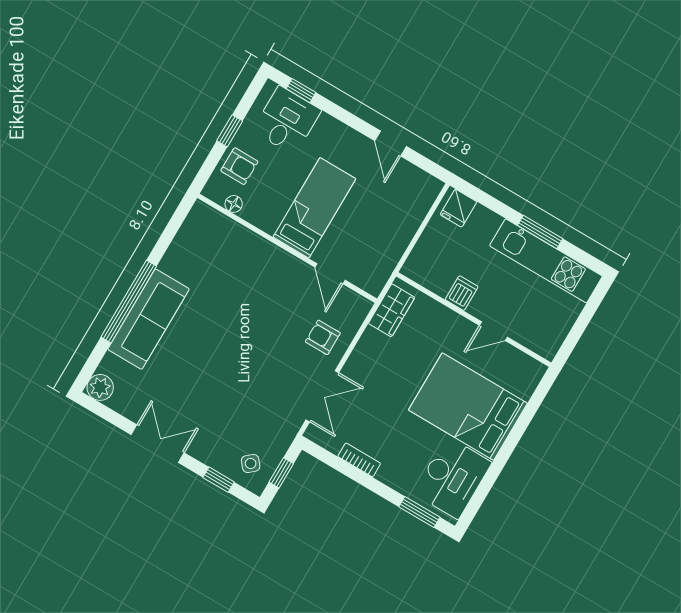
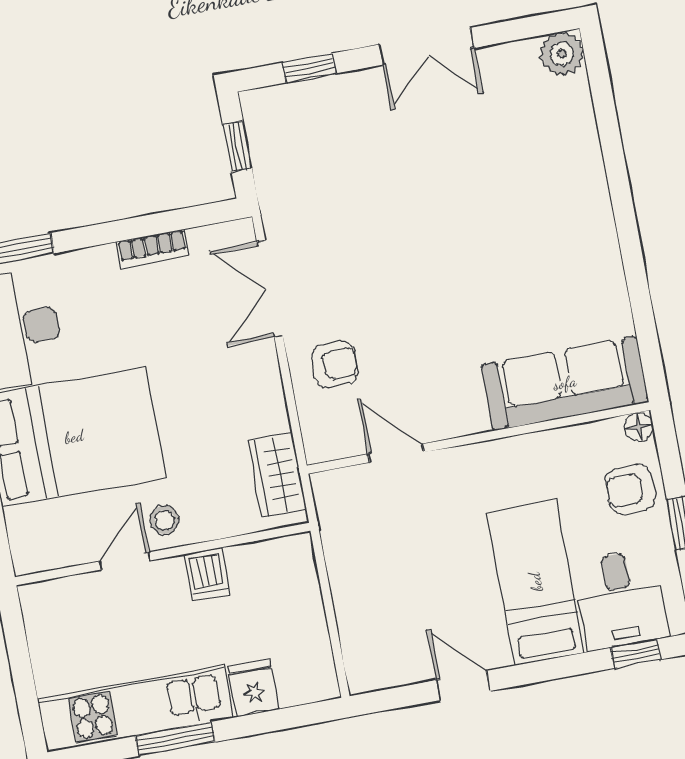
floor lamp: (234, 204) -> (639, 427), moved
bed: (314, 208) -> (536, 582), moved, turned 180
fridge: (458, 208) -> (254, 688), moved
window: (129, 302) -> (621, 195), removed
sofa: (149, 319) -> (565, 383), moved, turned 90
stool: (459, 334) -> (165, 520), added
side table: (251, 463) -> (287, 124), removed

